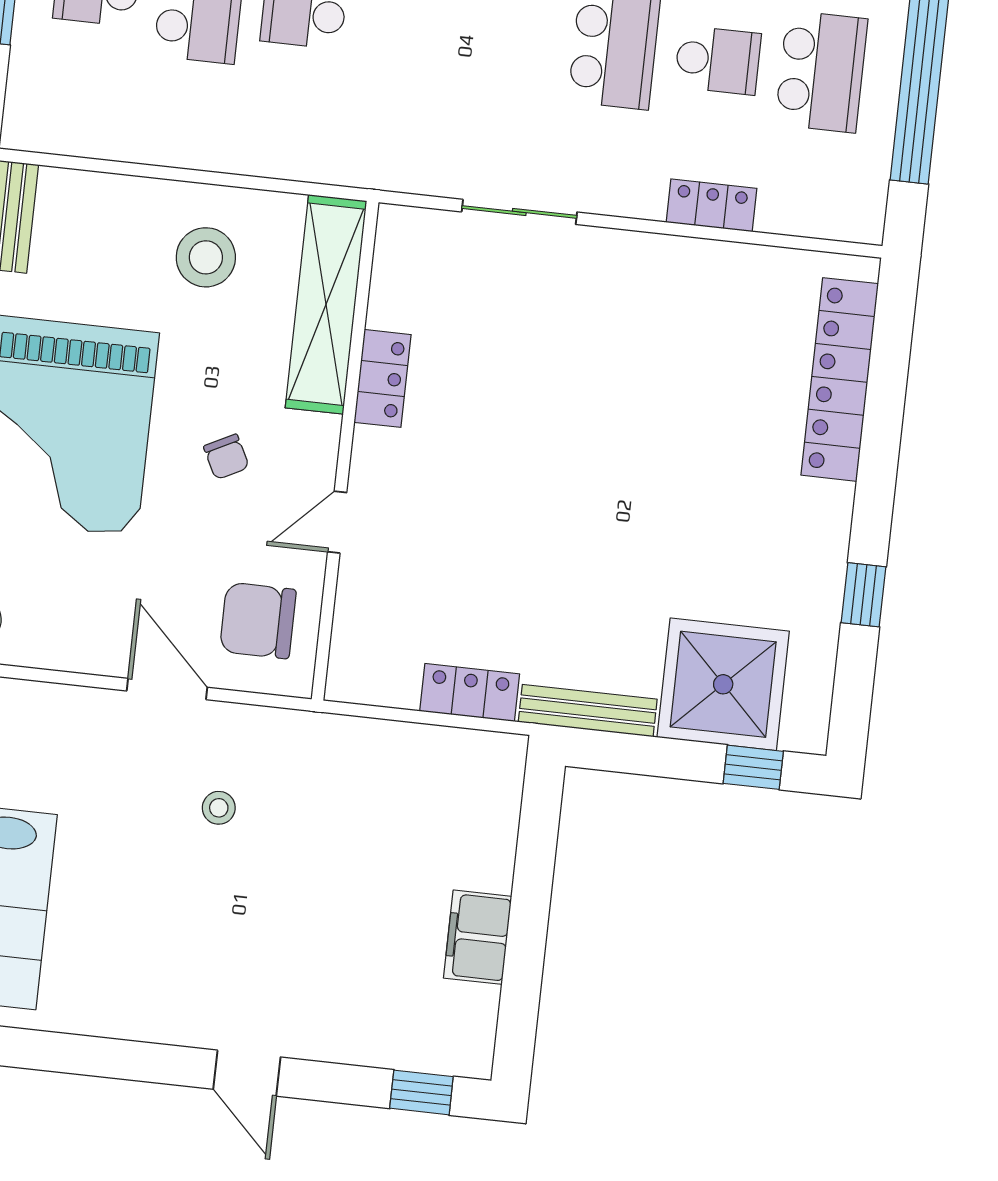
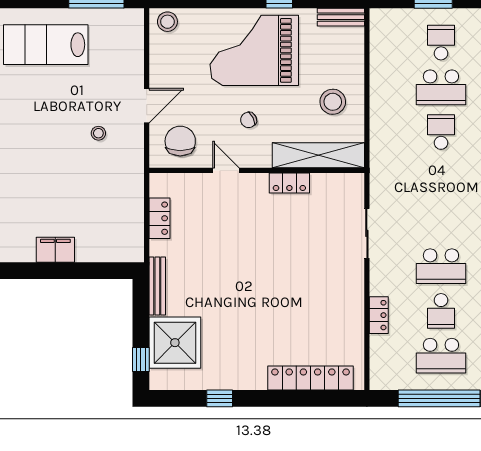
locker: (470, 693) -> (159, 218), moved

